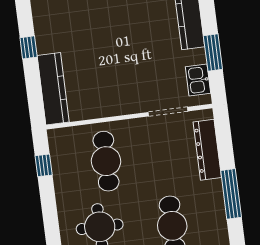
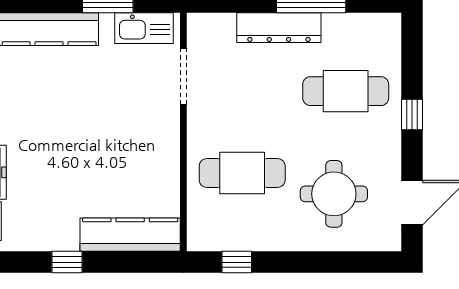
kitchen sink: (198, 80) -> (144, 28), width x1.38
dresser: (207, 150) -> (279, 28), moved

